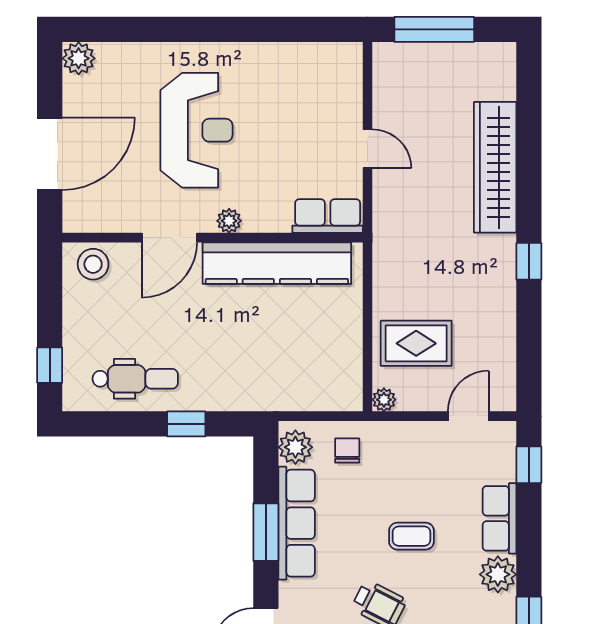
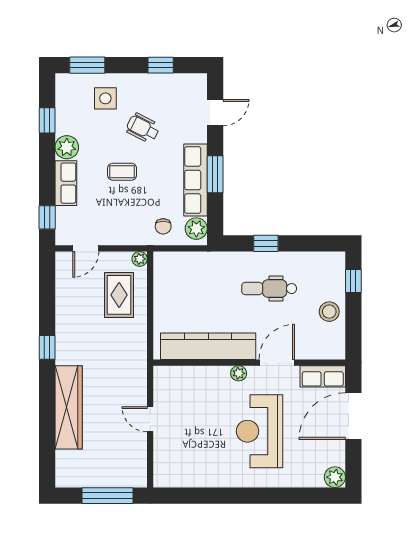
row of seats: (328, 216) -> (323, 376), moved
stool: (93, 264) -> (329, 312), moved
rug: (416, 343) -> (119, 295), turned 90
dental chair: (135, 379) -> (269, 289), moved

